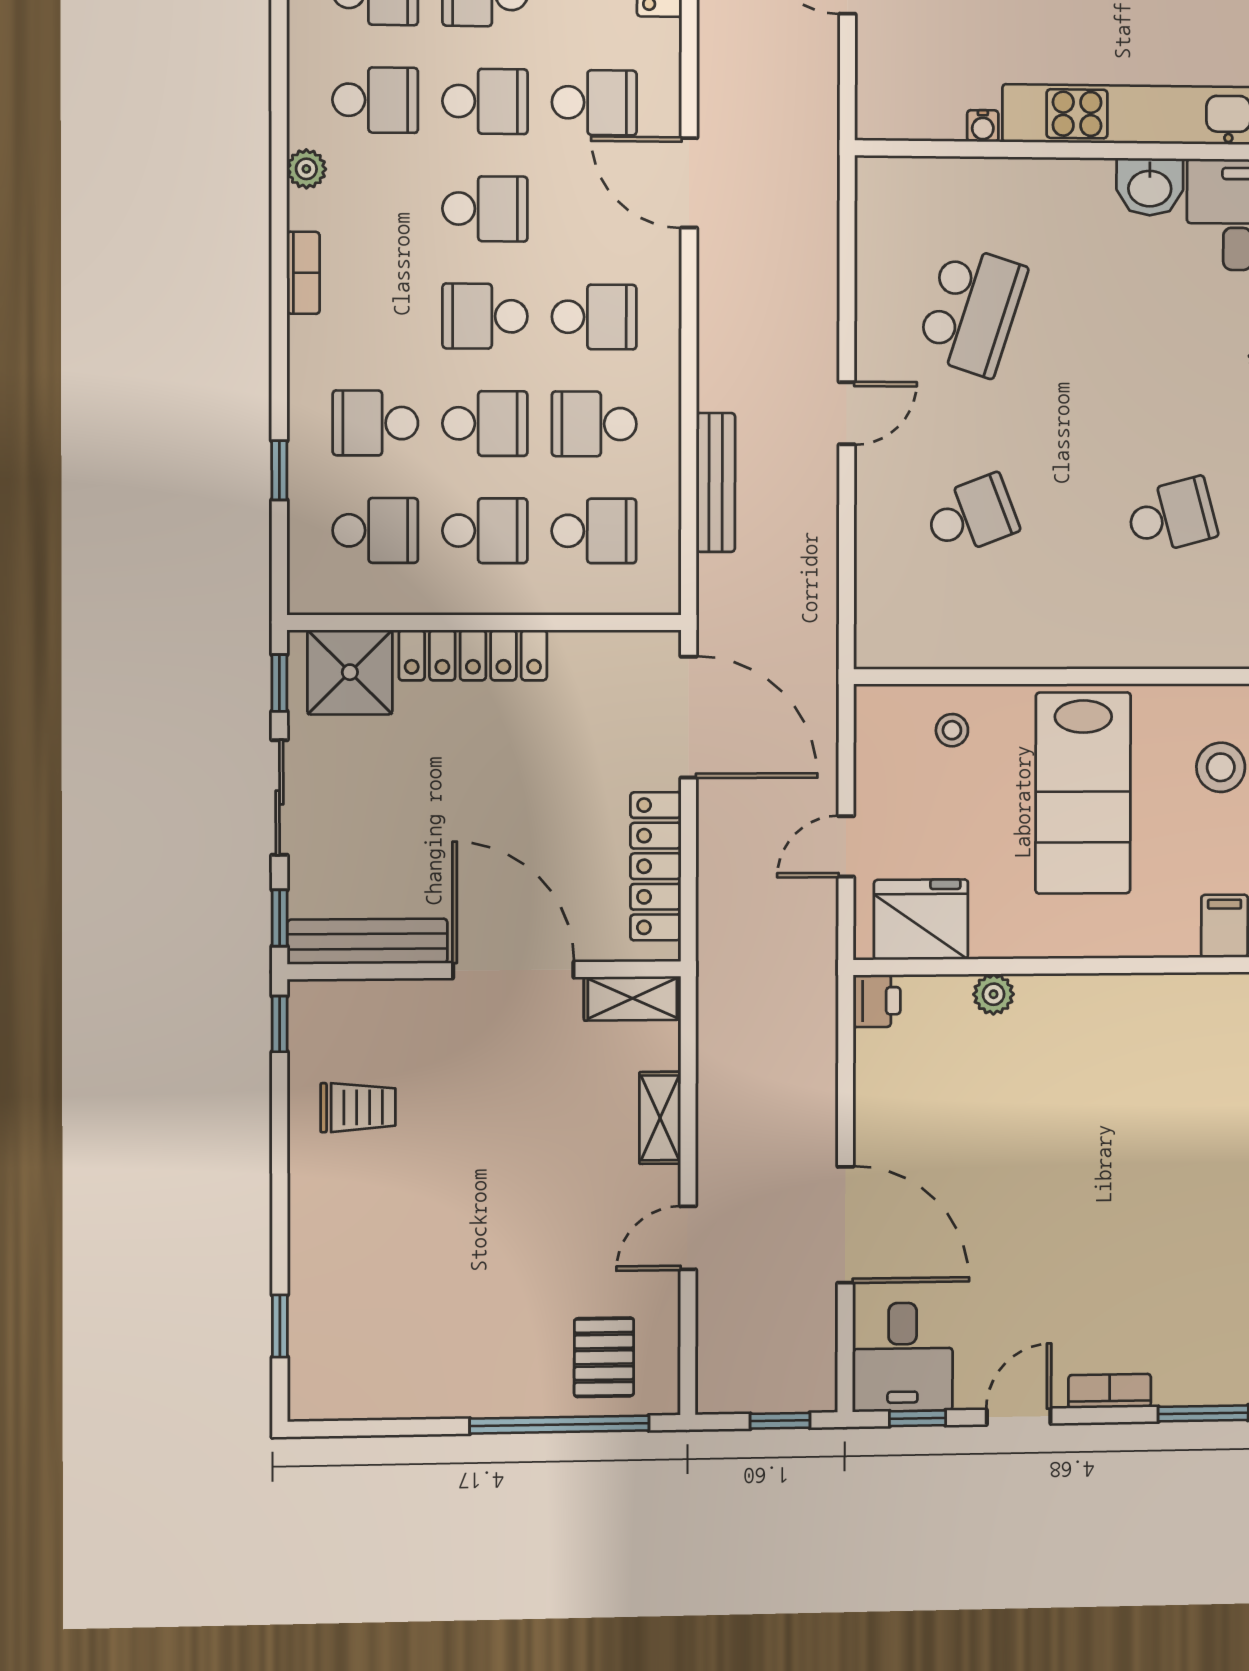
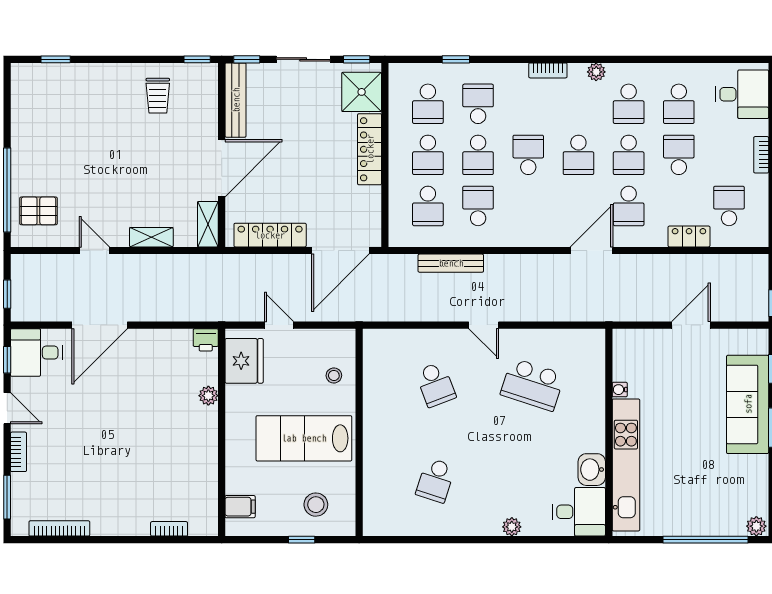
school desk: (594, 317) -> (528, 206), removed
school desk: (1171, 516) -> (436, 480), turned 33

